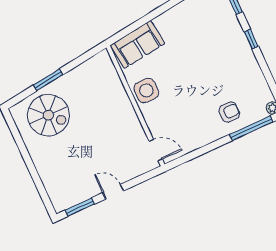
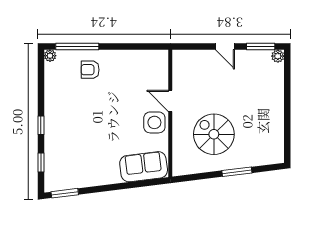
spiral stairs: (48, 115) -> (214, 134), moved
door: (156, 150) -> (170, 101), moved
plant: (60, 206) -> (278, 56), added

